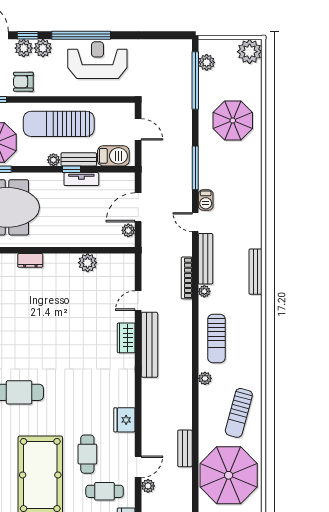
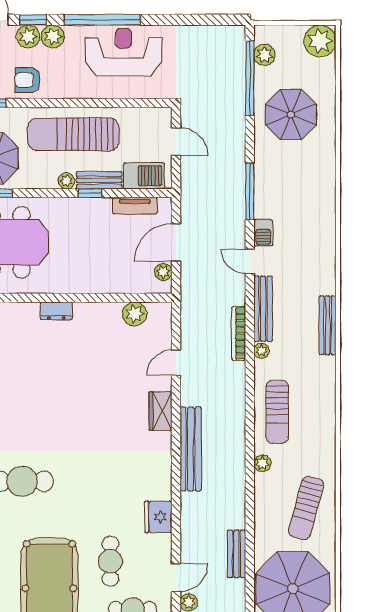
parasol: (233, 121) -> (291, 114), moved
tv unit: (81, 179) -> (135, 206), moved
dresser: (30, 260) -> (56, 311), moved
plant: (88, 263) -> (135, 314), moved
bench: (149, 345) -> (191, 449), moved

